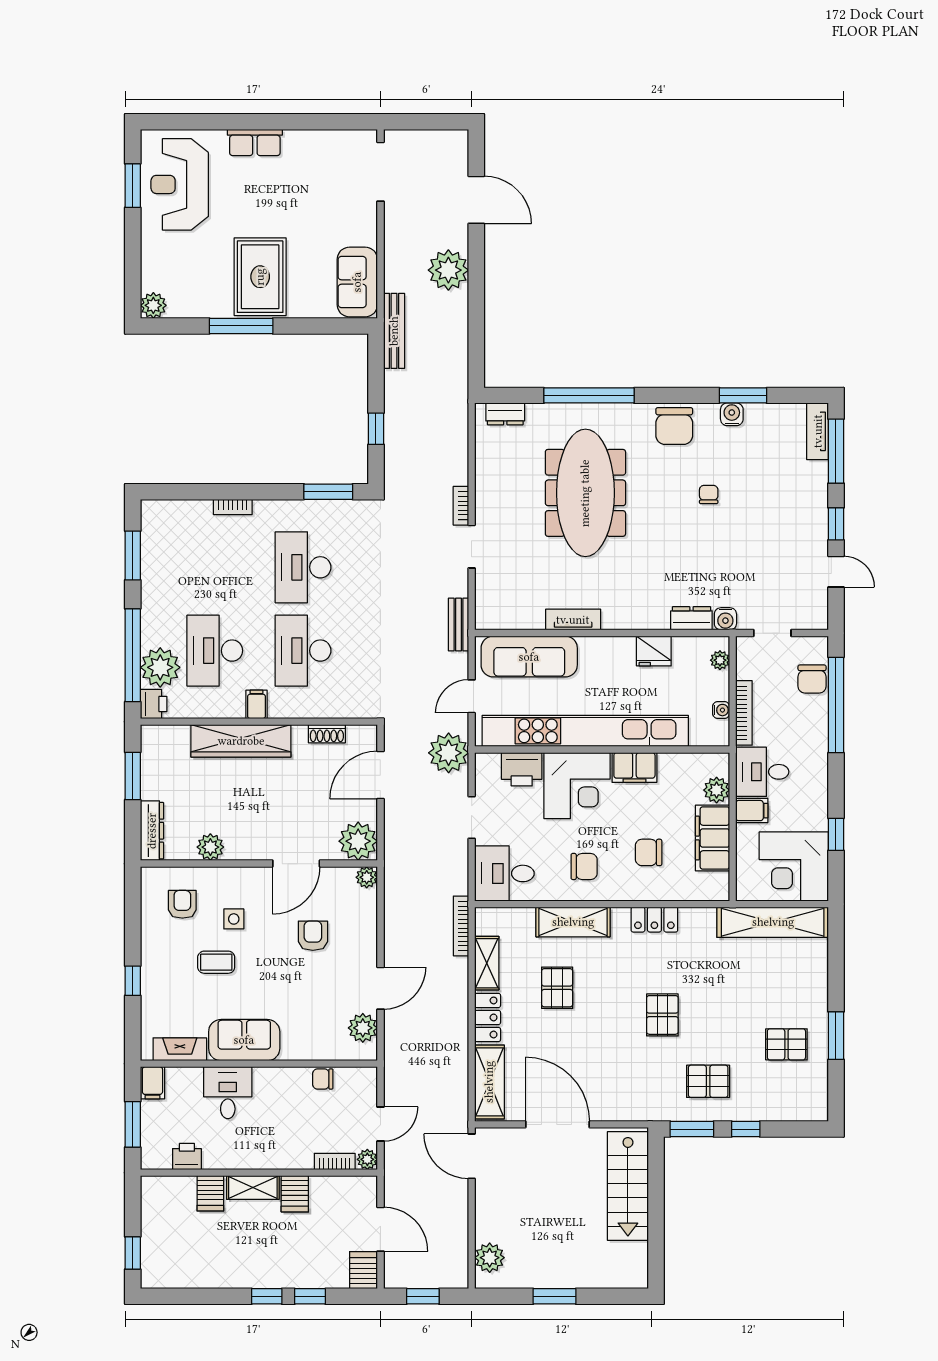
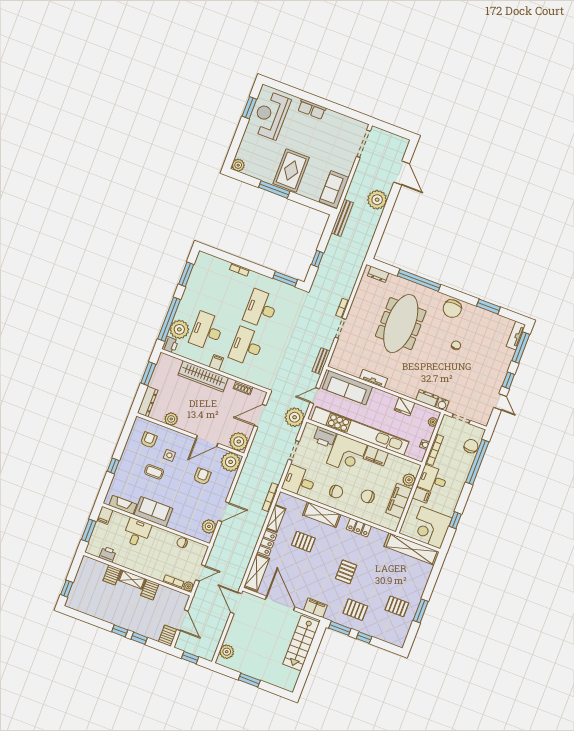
water cooler: (732, 414) -> (480, 313), removed
chair: (812, 679) -> (471, 446), turned 180
plant: (367, 877) -> (231, 462), width x1.88, depth x1.88
pallet: (557, 988) -> (303, 542), turned 90
filing cabinet: (629, 1107) -> (315, 608), added

